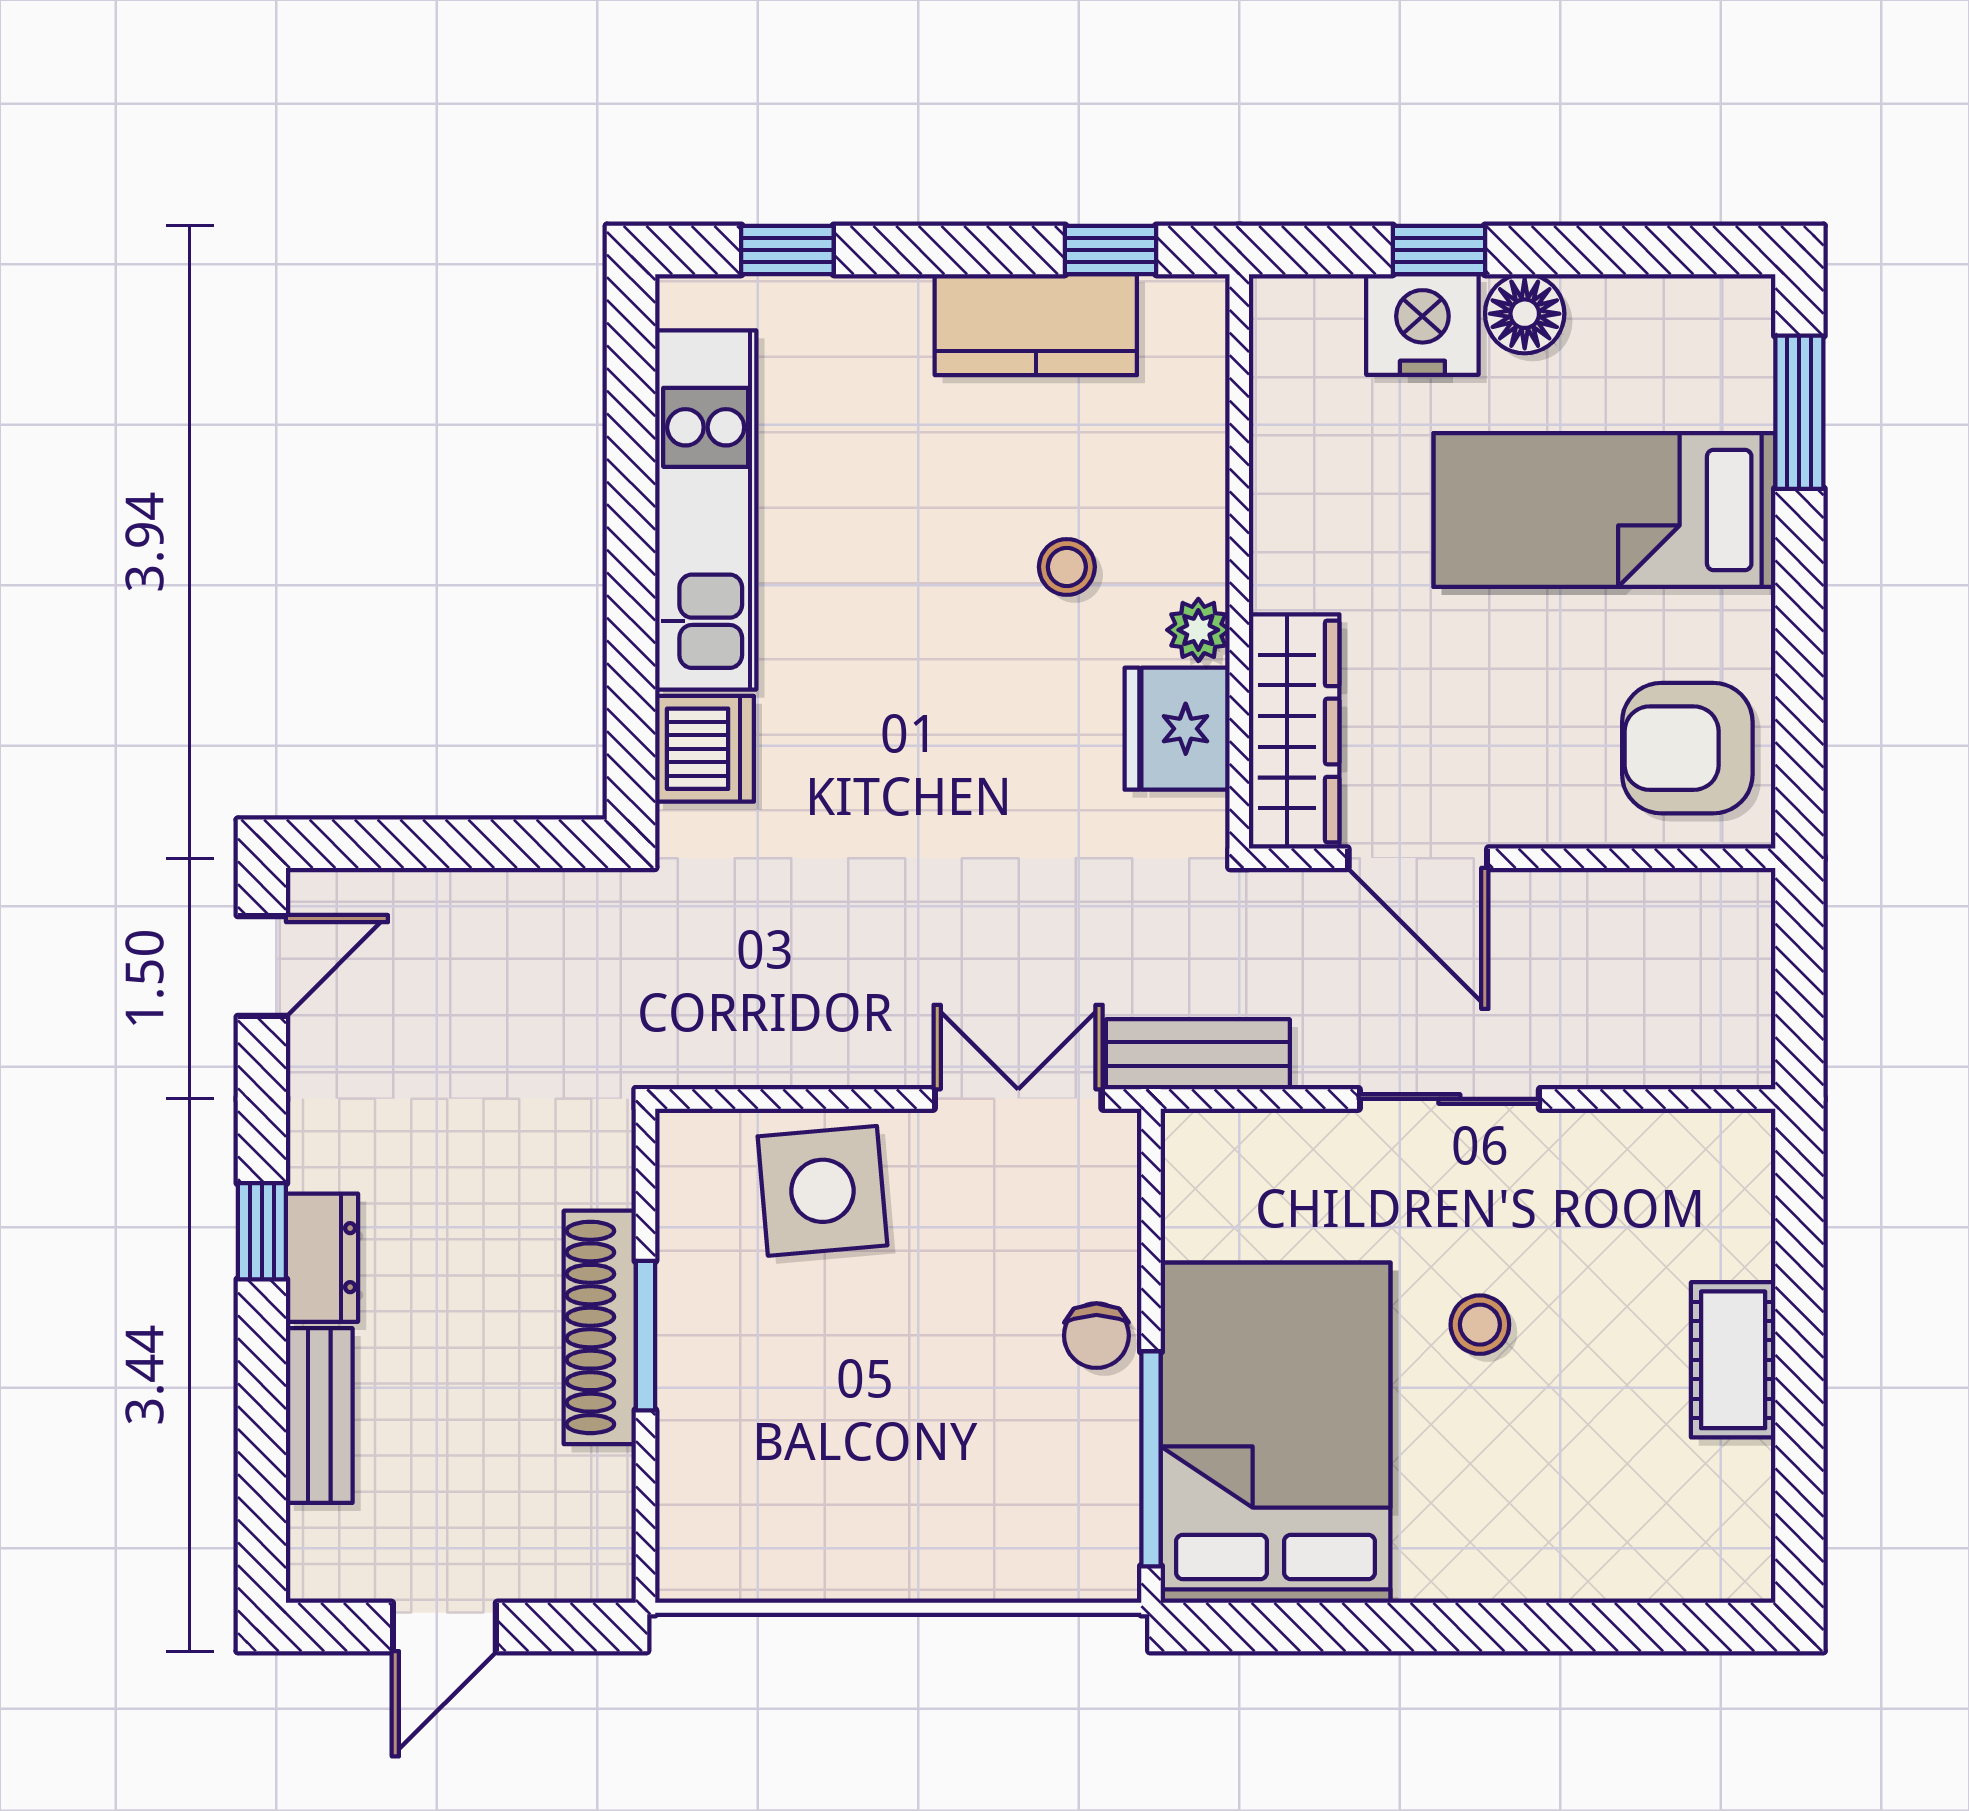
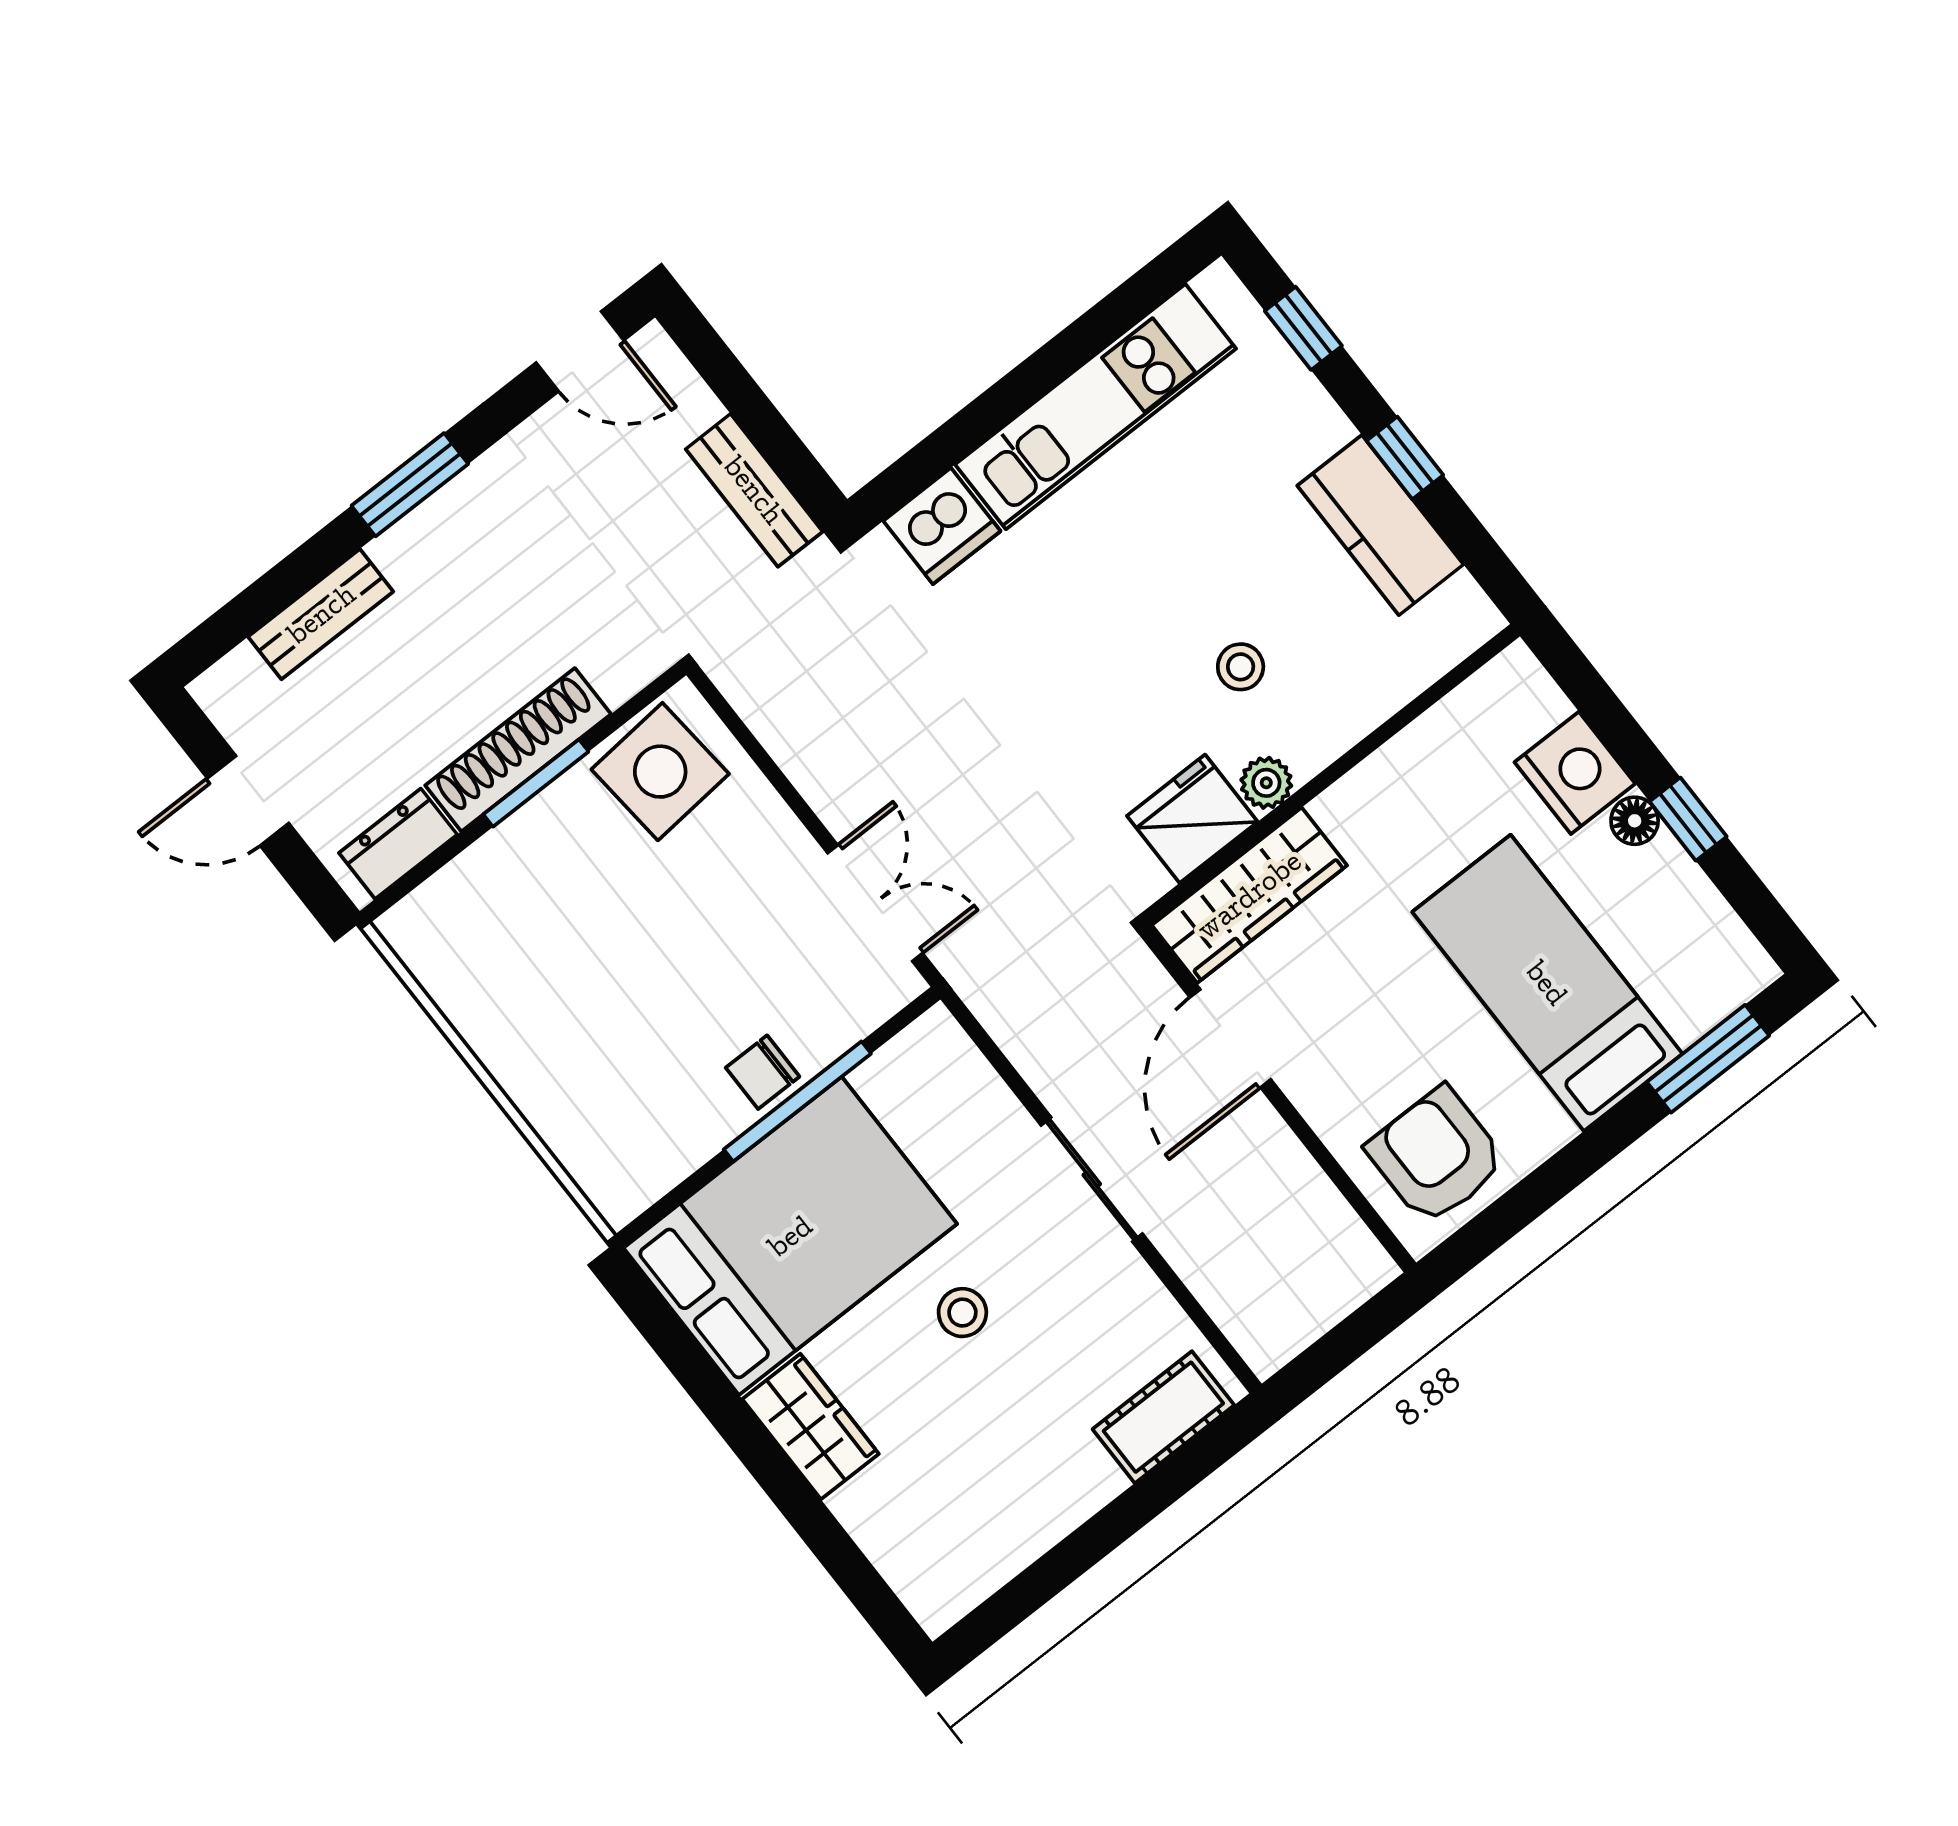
window: (1111, 250) -> (1405, 458), moved
window: (1439, 250) -> (1688, 819), moved
floor lamp: (1525, 314) -> (1635, 821), width x0.73, depth x0.73
bench: (1198, 1054) -> (754, 490), moved
side table: (822, 1191) -> (660, 772), moved
window: (262, 1231) -> (410, 485), width x1.50
dresser: (322, 1258) -> (398, 844), moved, turned 180
cot: (1733, 1360) -> (1163, 1417), moved
window: (1151, 1459) -> (797, 1102), moved
wardrobe: (1475, 1558) -> (811, 1427), added

